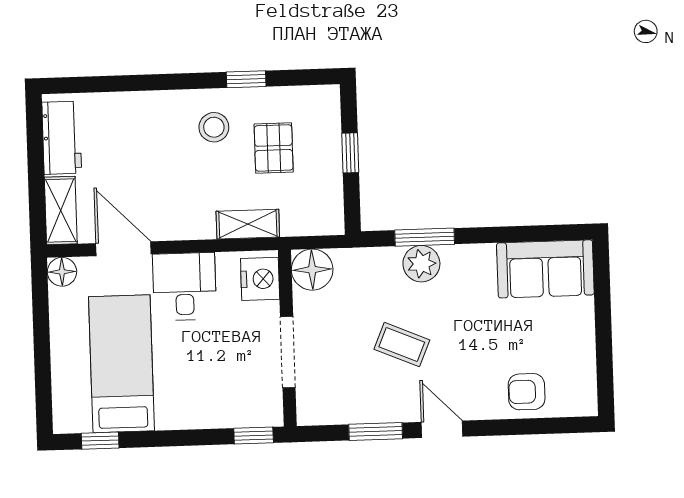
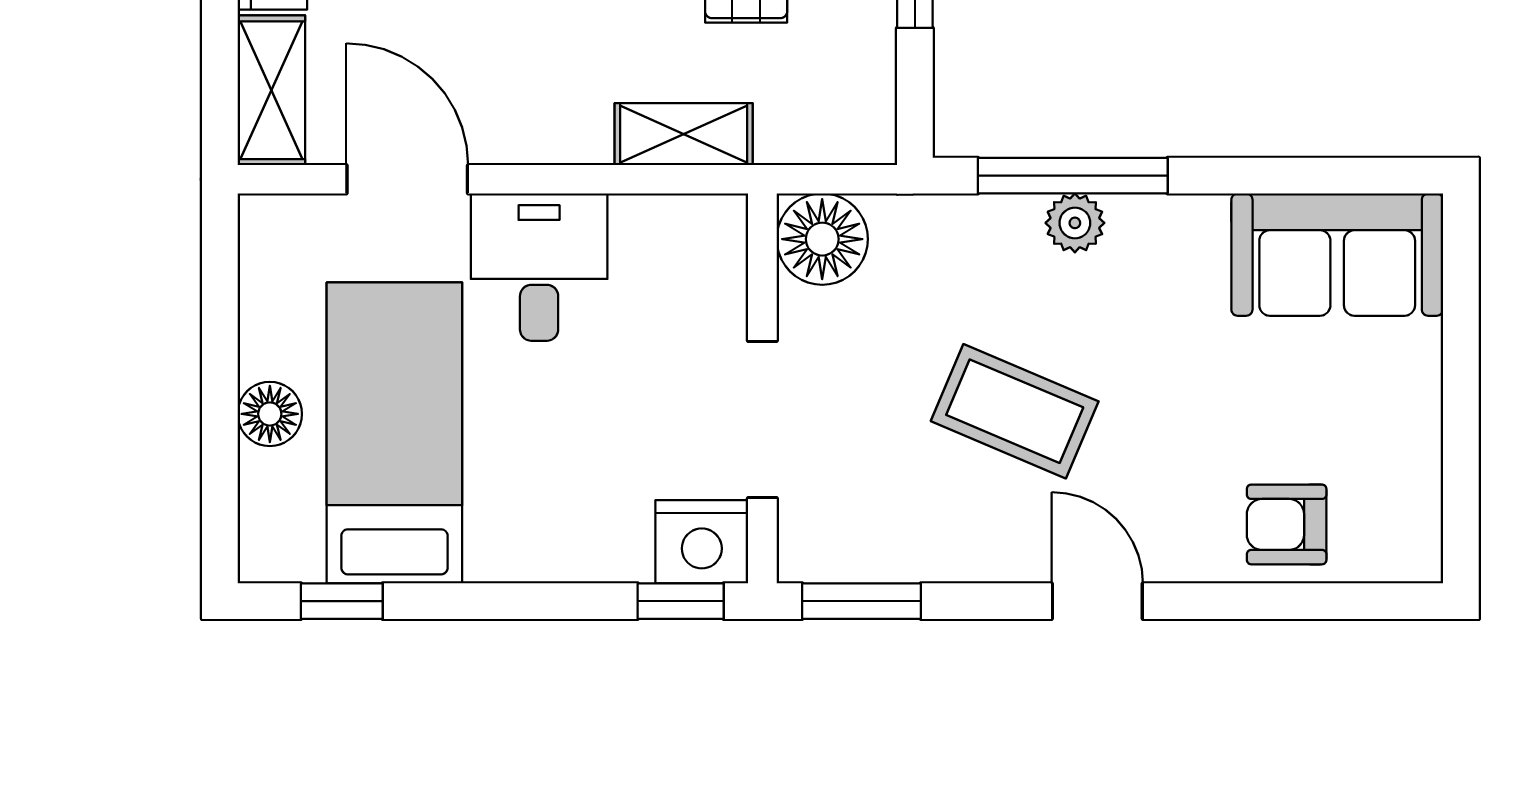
window: (425, 237) -> (1073, 176), width x1.44
plant: (421, 264) -> (1075, 223), width x0.73, depth x0.73
floor lamp: (62, 272) -> (270, 414), moved
nightstand: (260, 279) -> (702, 542), moved, turned 90
coffee table: (402, 345) -> (1015, 411), width x1.36, depth x1.30
window: (376, 431) -> (861, 601), moved

